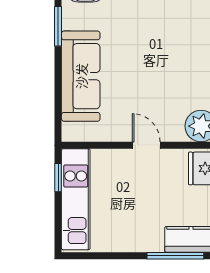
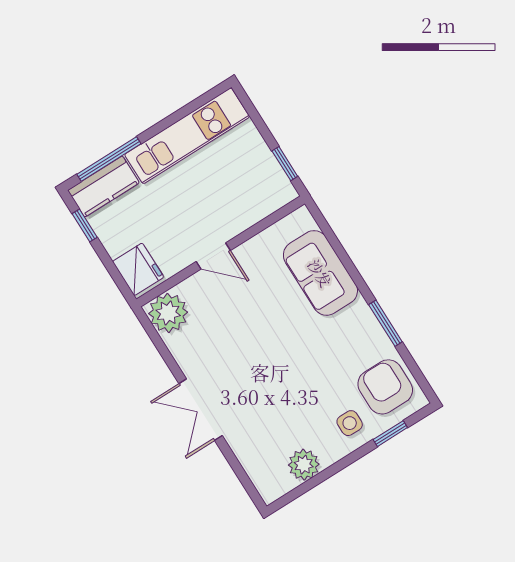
sofa: (81, 76) -> (320, 273), width x0.73
kitchen unit: (76, 199) -> (187, 136), moved, turned -90

